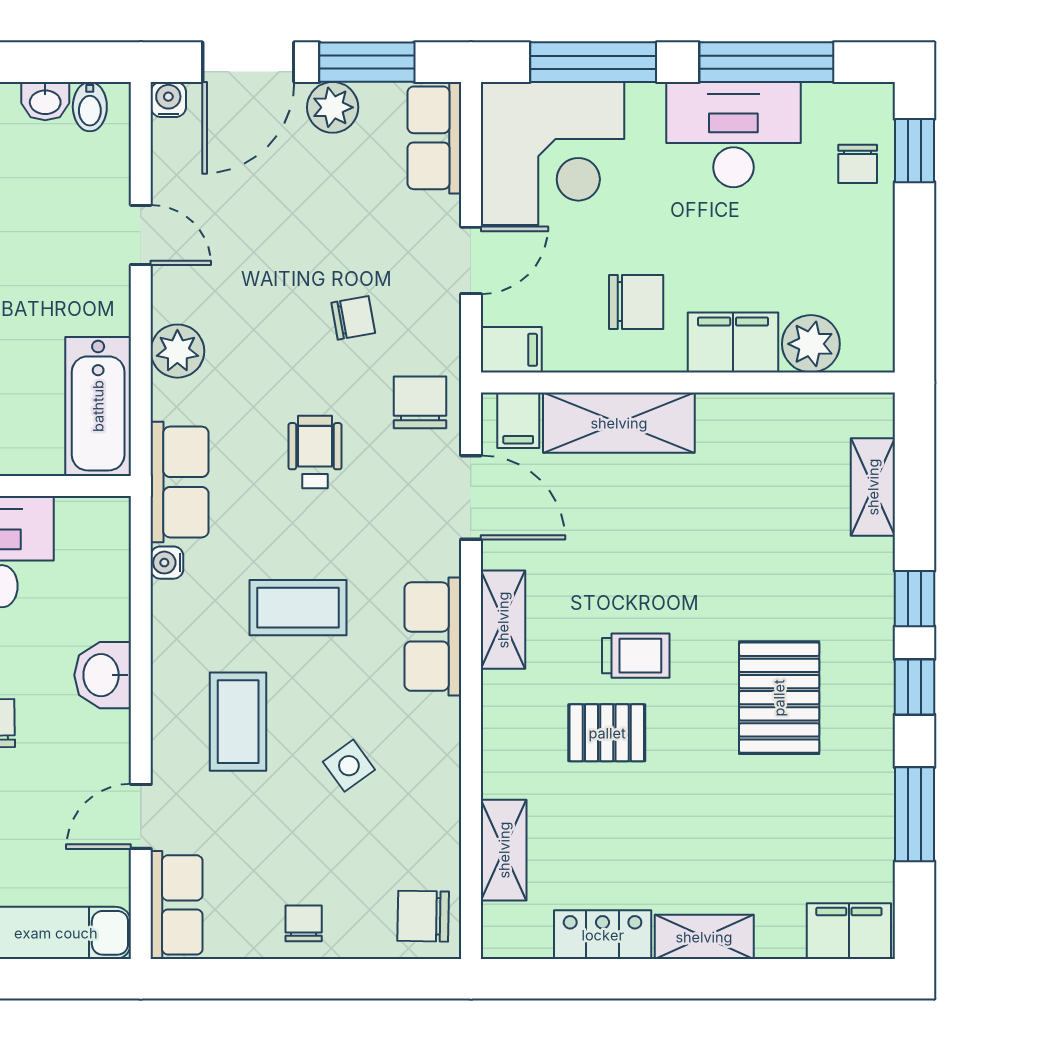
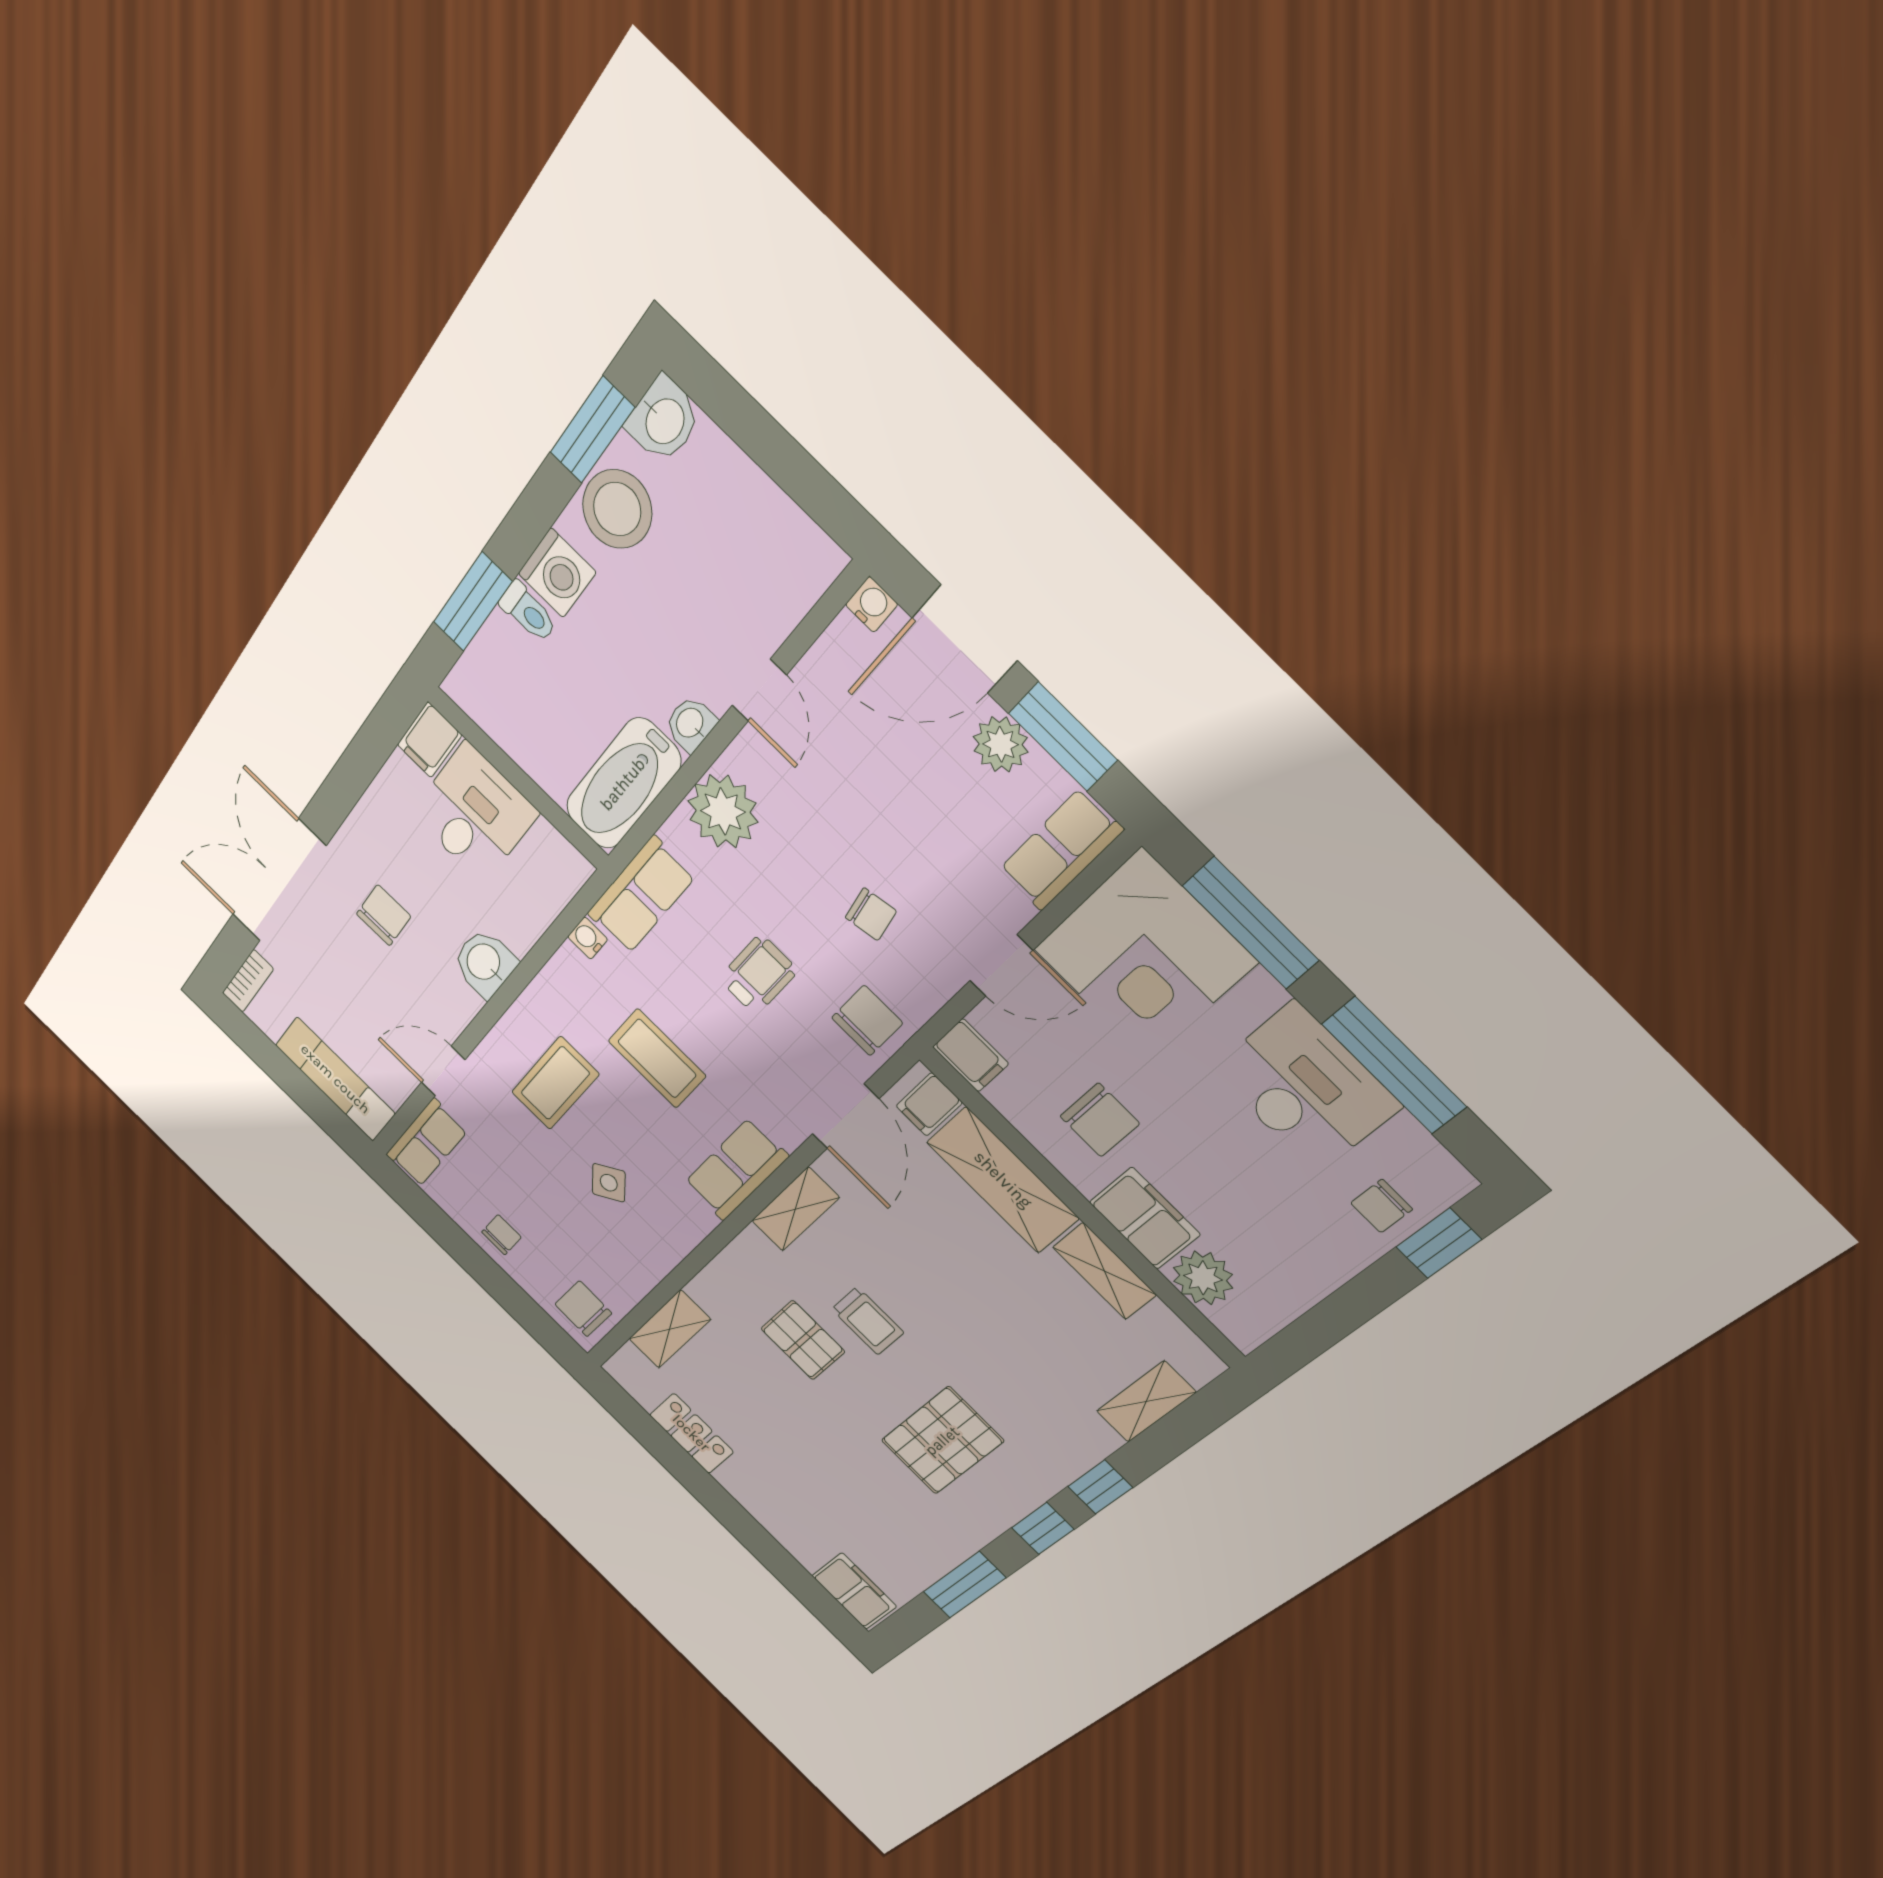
washbasin: (45, 101) -> (690, 724), moved, turned 90
bidet: (90, 107) -> (802, 547), removed
plant: (177, 351) -> (723, 811), width x1.36, depth x1.36
shelving: (704, 937) -> (1104, 1271), moved

